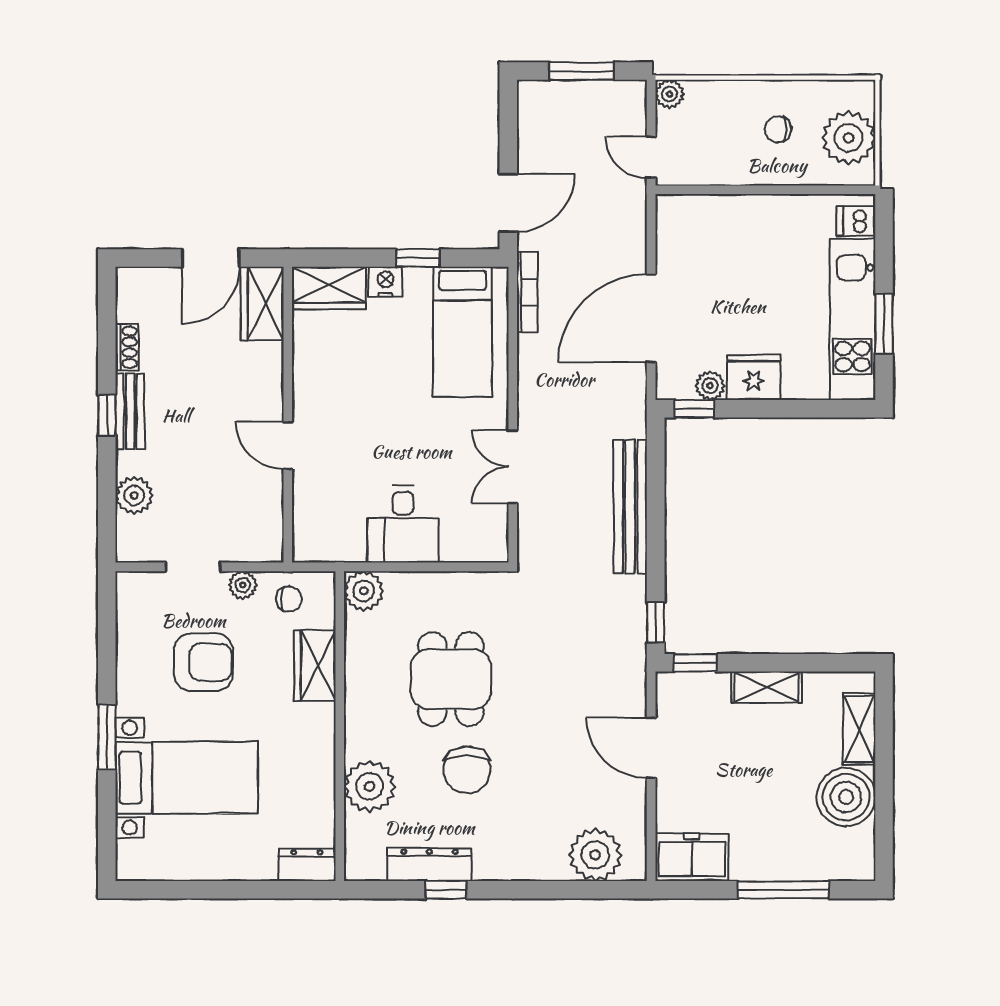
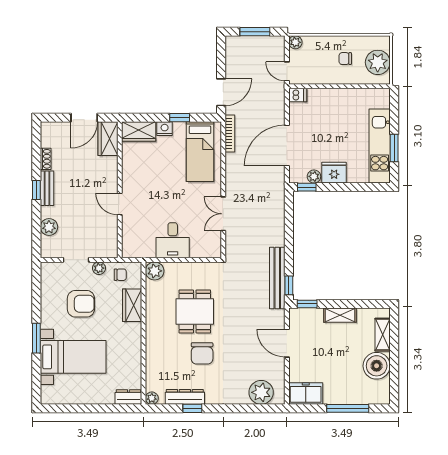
dishwasher: (856, 221) -> (298, 95), moved, turned 180
bench: (630, 507) -> (277, 278), moved
plant: (370, 786) -> (152, 398), moved, width x0.53, depth x0.53

